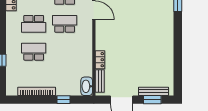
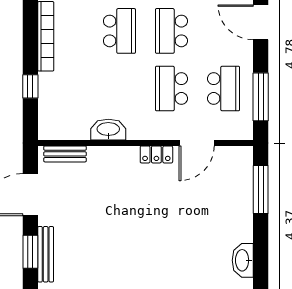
school desk: (65, 24) -> (171, 89), turned 180
locker: (100, 60) -> (156, 154), moved
washbasin: (87, 86) -> (108, 130), moved

